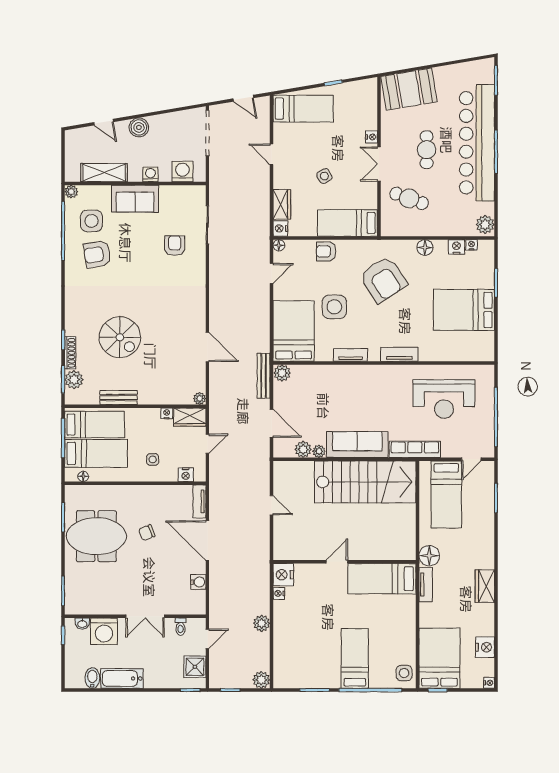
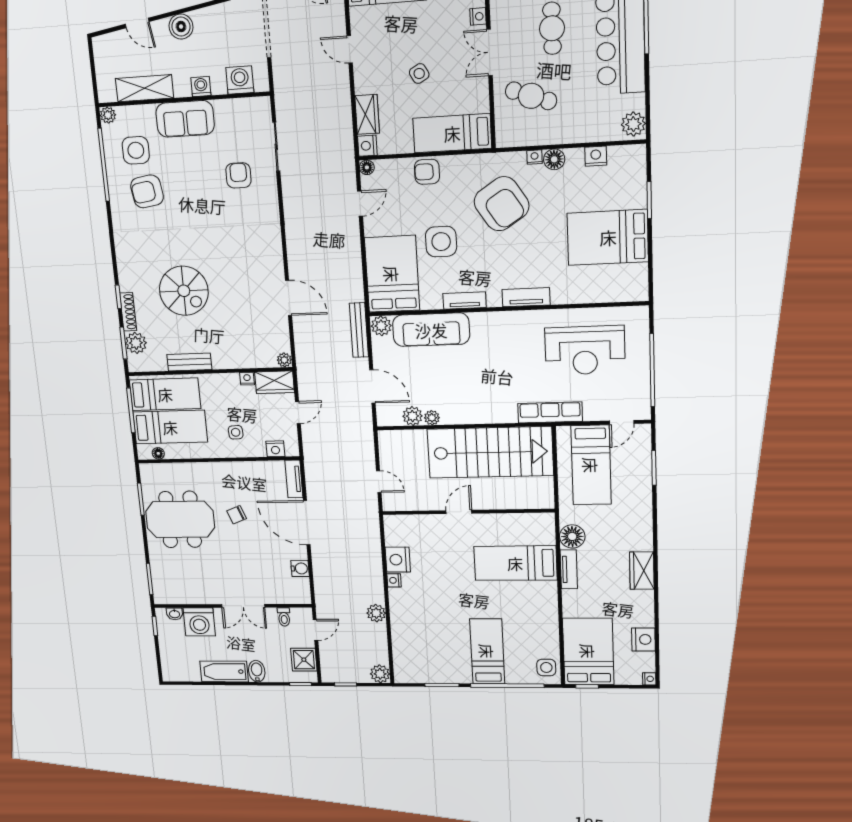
nightstand: (471, 245) -> (535, 157), moved
sofa: (357, 445) -> (431, 330), moved, turned 180
door: (337, 562) -> (459, 512), moved
wall: (344, 562) -> (468, 512), moved
bidet: (92, 678) -> (257, 671), moved

